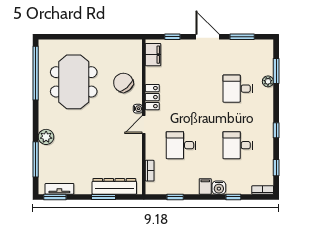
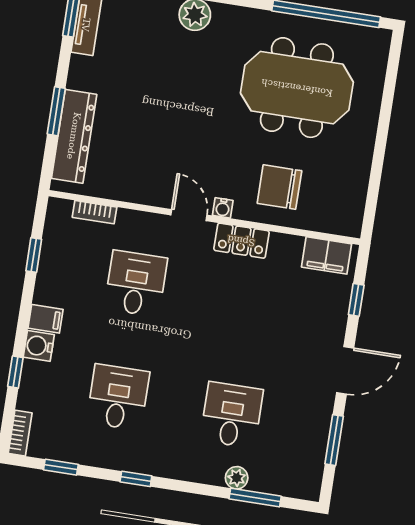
chair: (123, 83) -> (279, 187), turned -139

